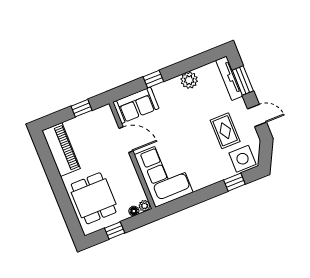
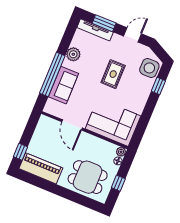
window: (153, 79) -> (52, 74), width x3.17
sofa: (136, 105) -> (63, 85), moved
window: (82, 108) -> (20, 152), moved
rug: (225, 131) -> (113, 74), moved, turned 90
door: (126, 140) -> (72, 125), swing flipped

